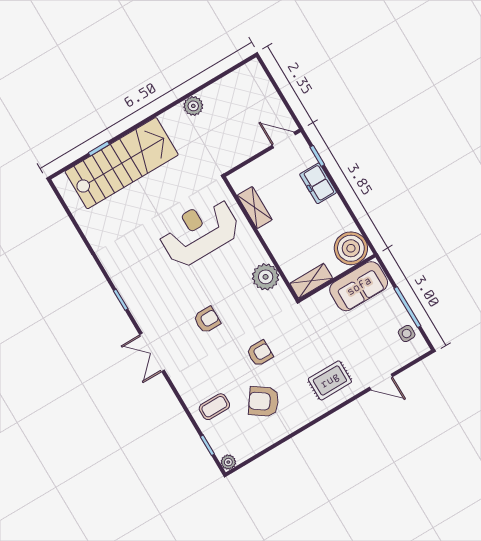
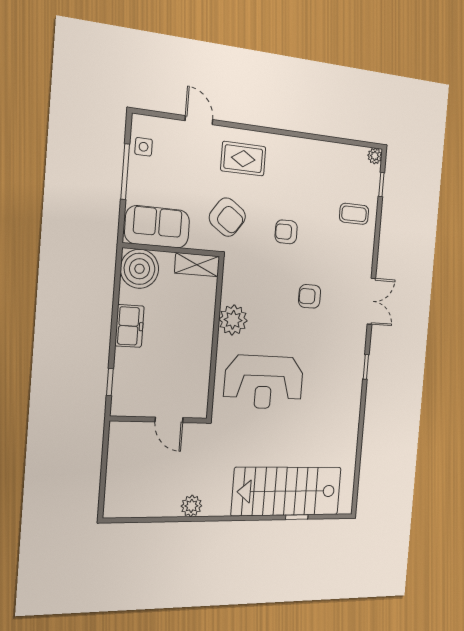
door: (284, 140) -> (169, 420), moved
freezer: (318, 183) -> (129, 326), moved
shelving: (255, 208) -> (201, 371), removed
plant: (266, 277) -> (233, 320), moved
armchair: (264, 401) -> (227, 217), moved

